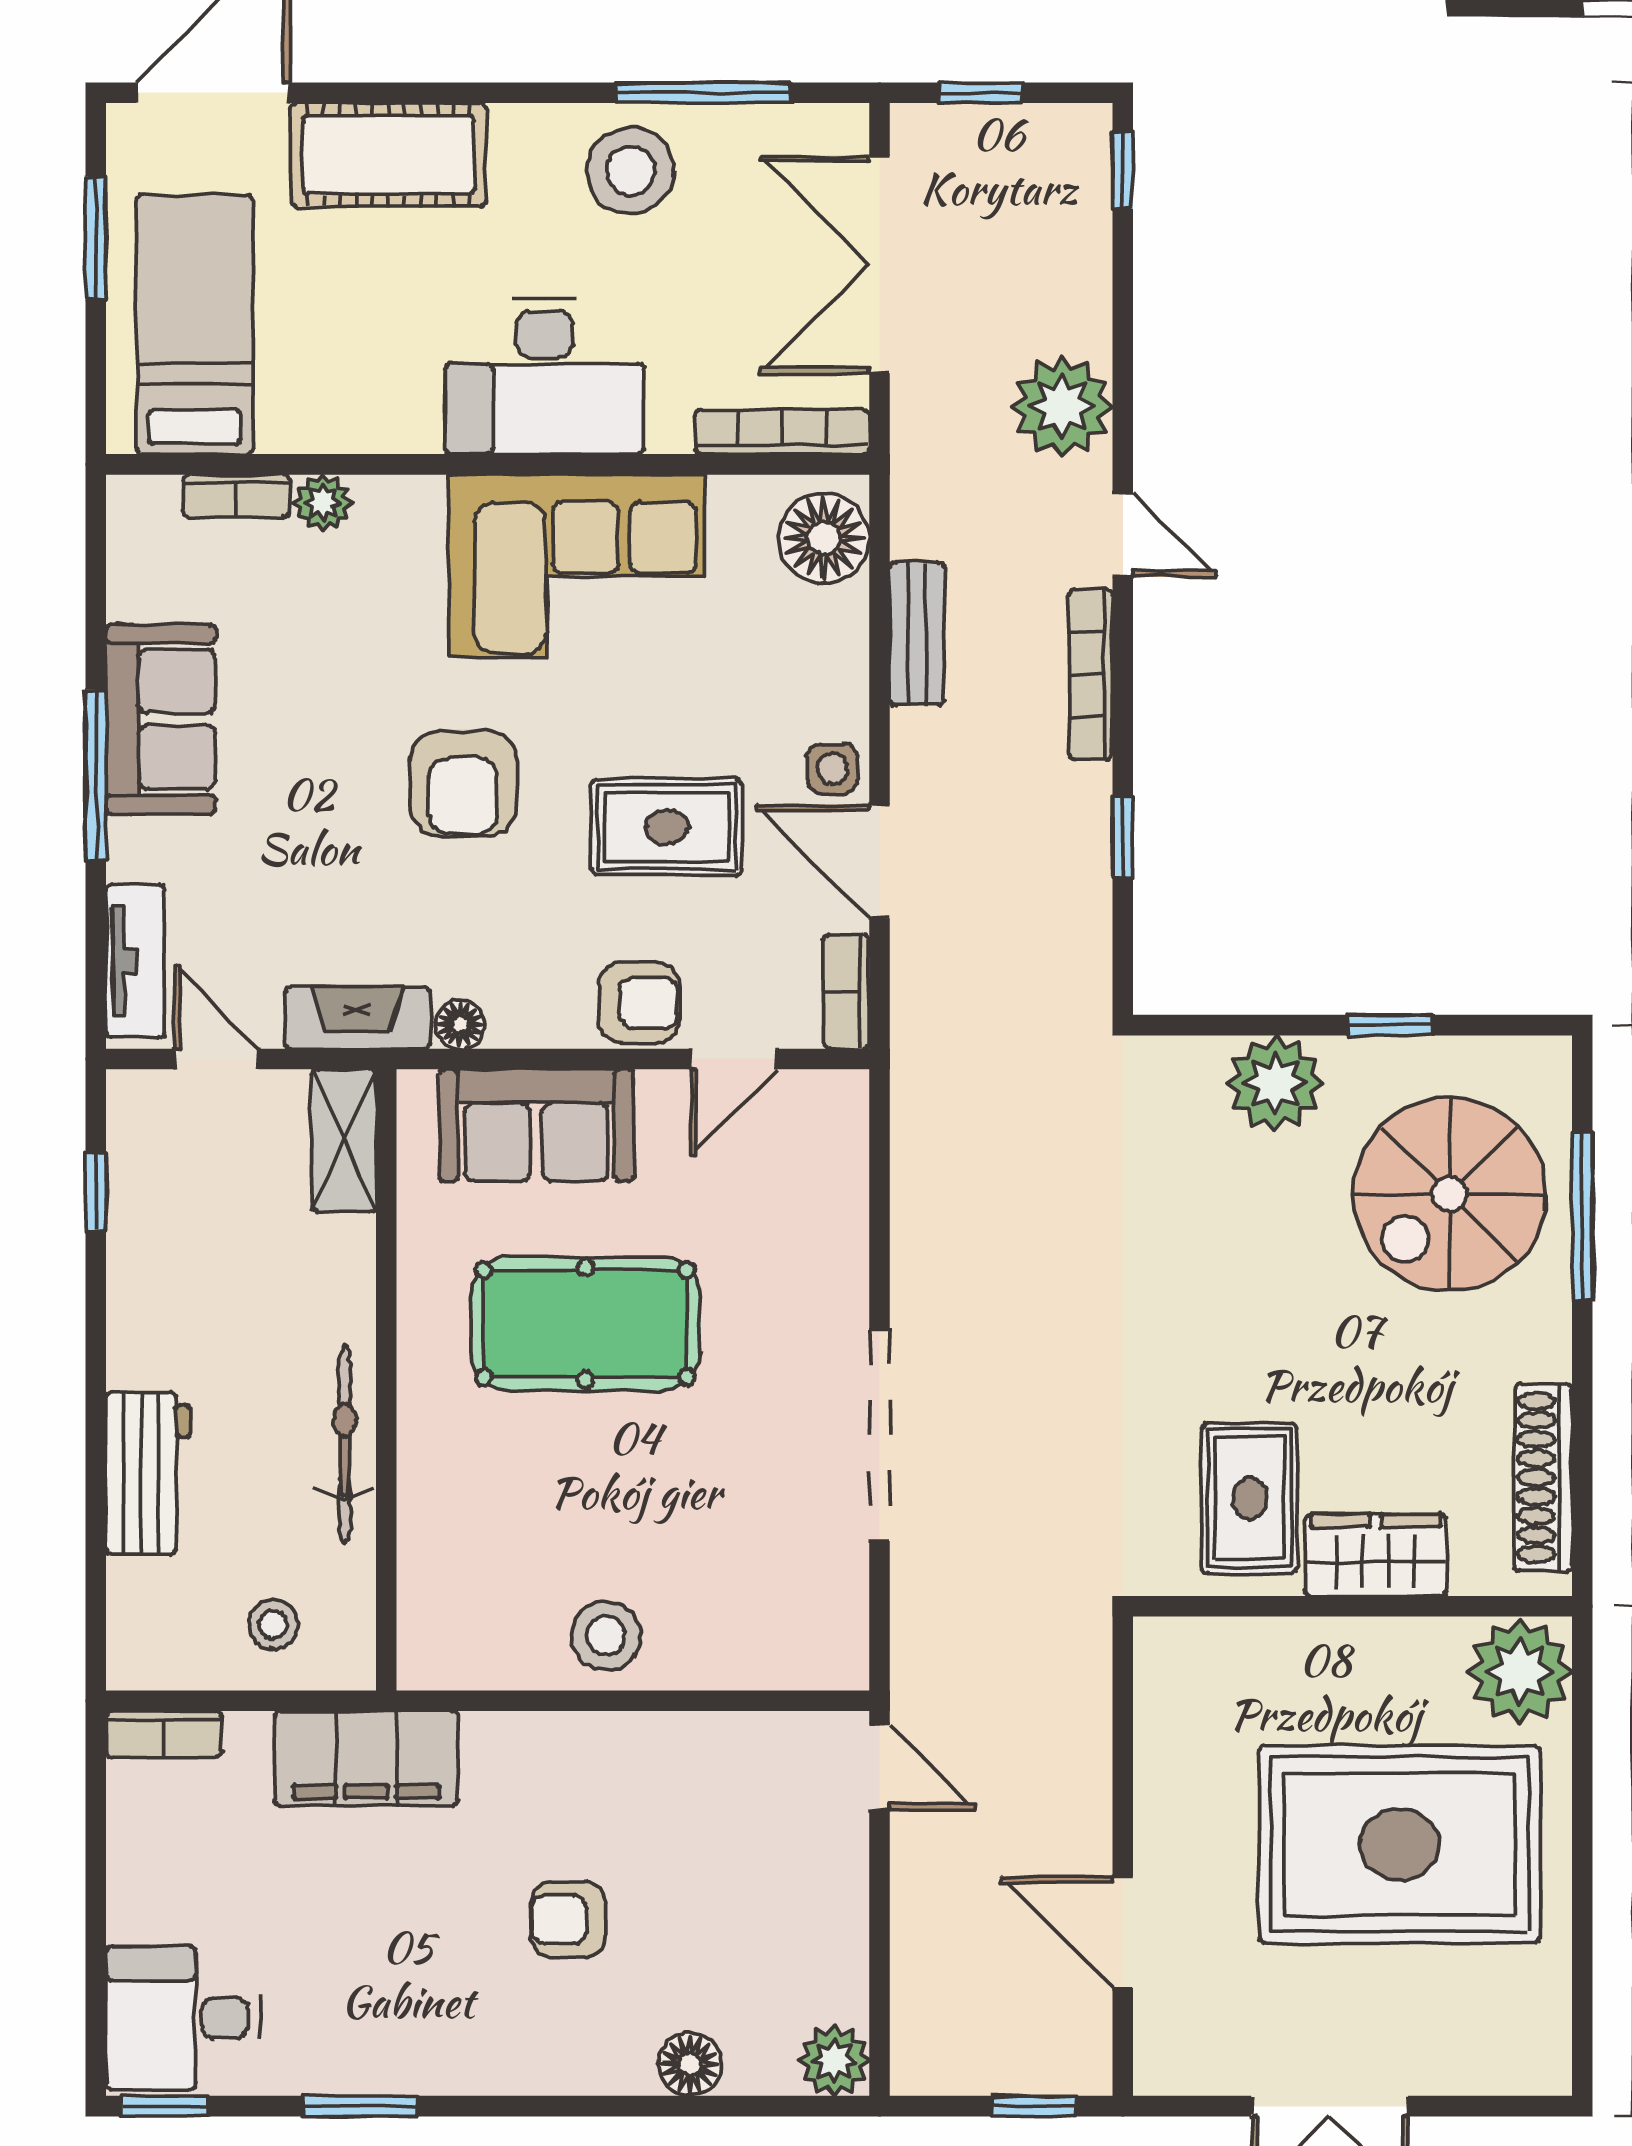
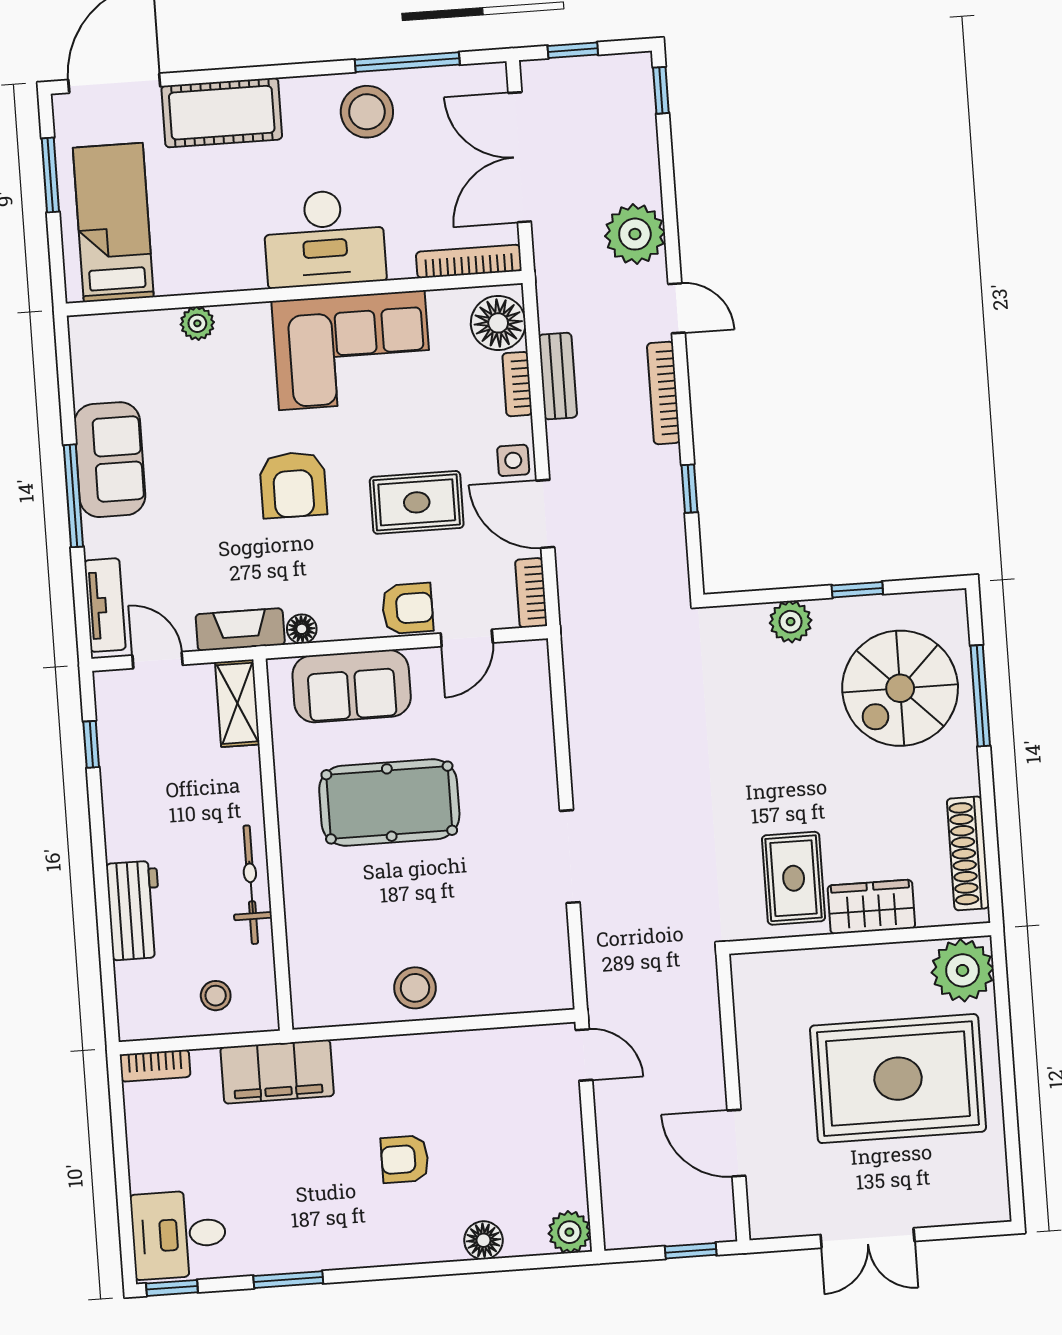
bookcase: (236, 496) -> (517, 384), moved, turned 90
plant: (1275, 1083) -> (791, 622), width x0.73, depth x0.73
doorway: (880, 1435) -> (570, 857), width x0.73

